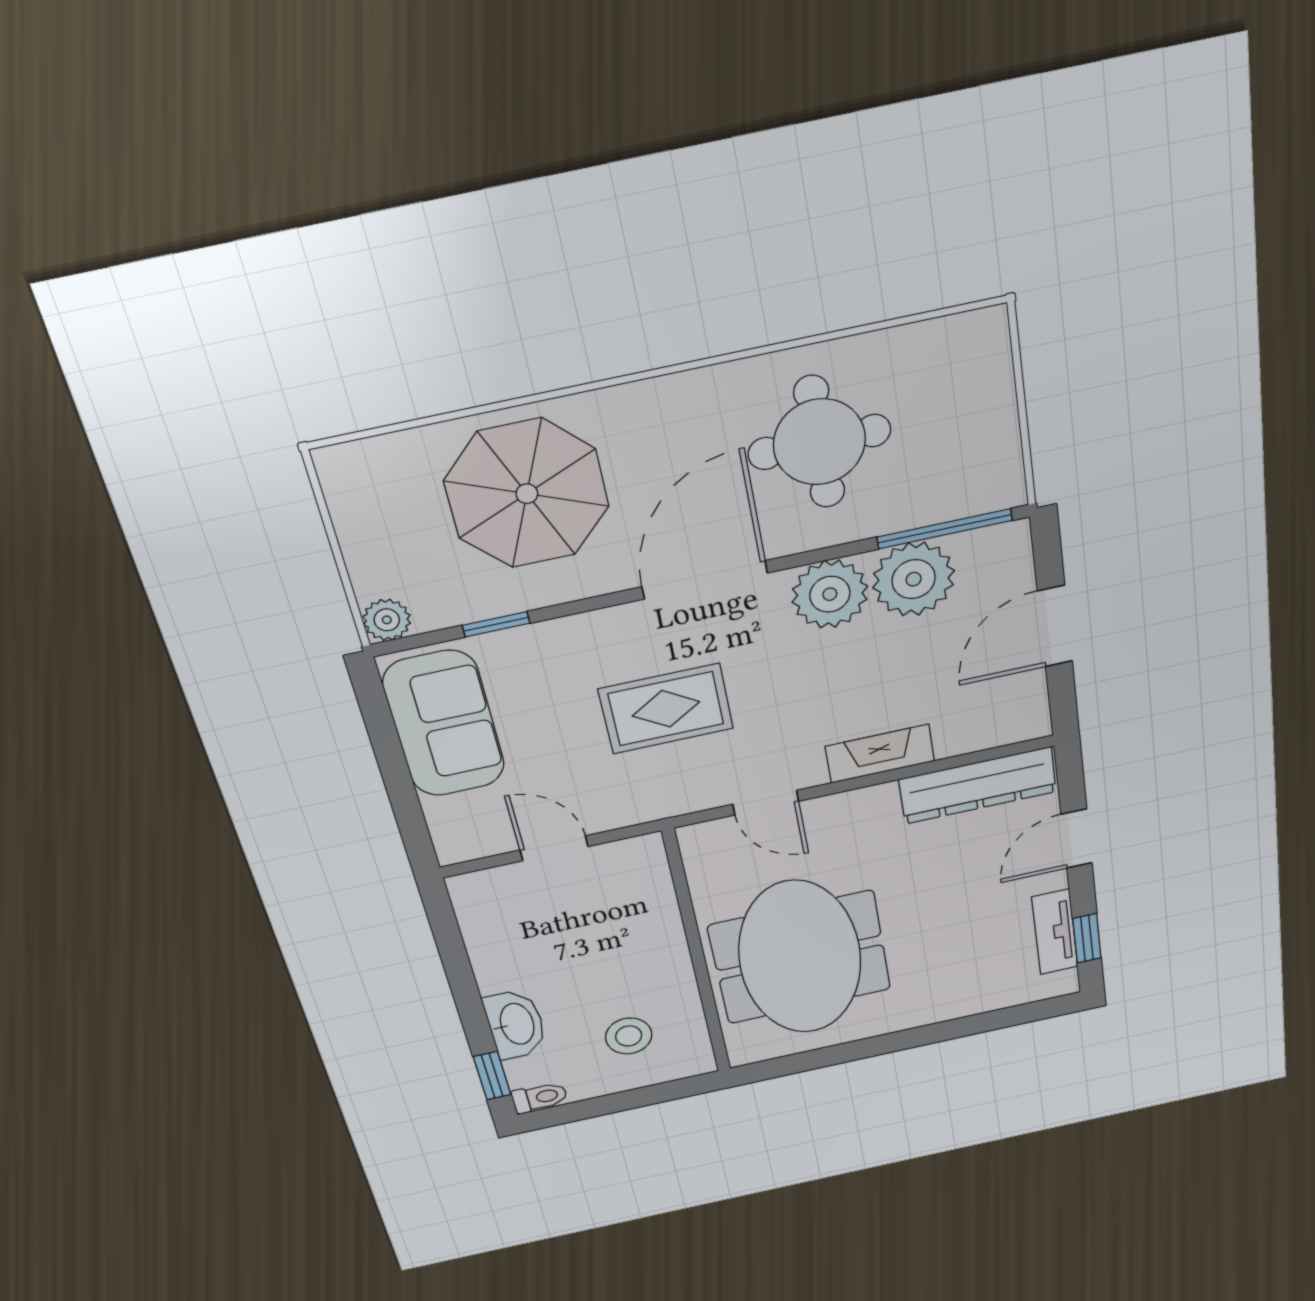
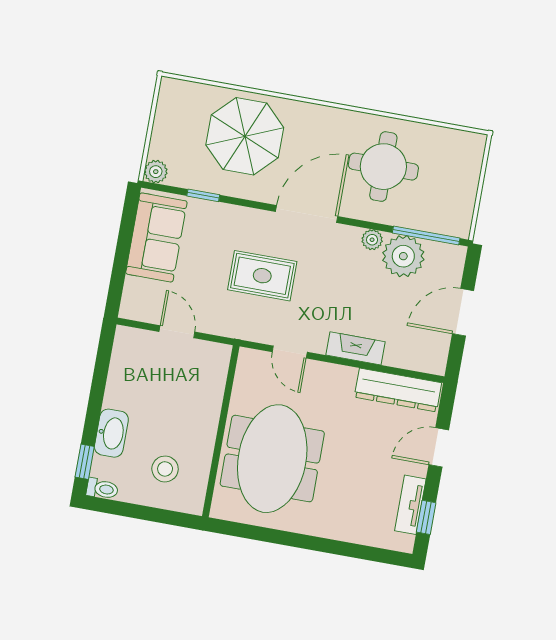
plant: (830, 594) -> (372, 240), width x0.53, depth x0.53

